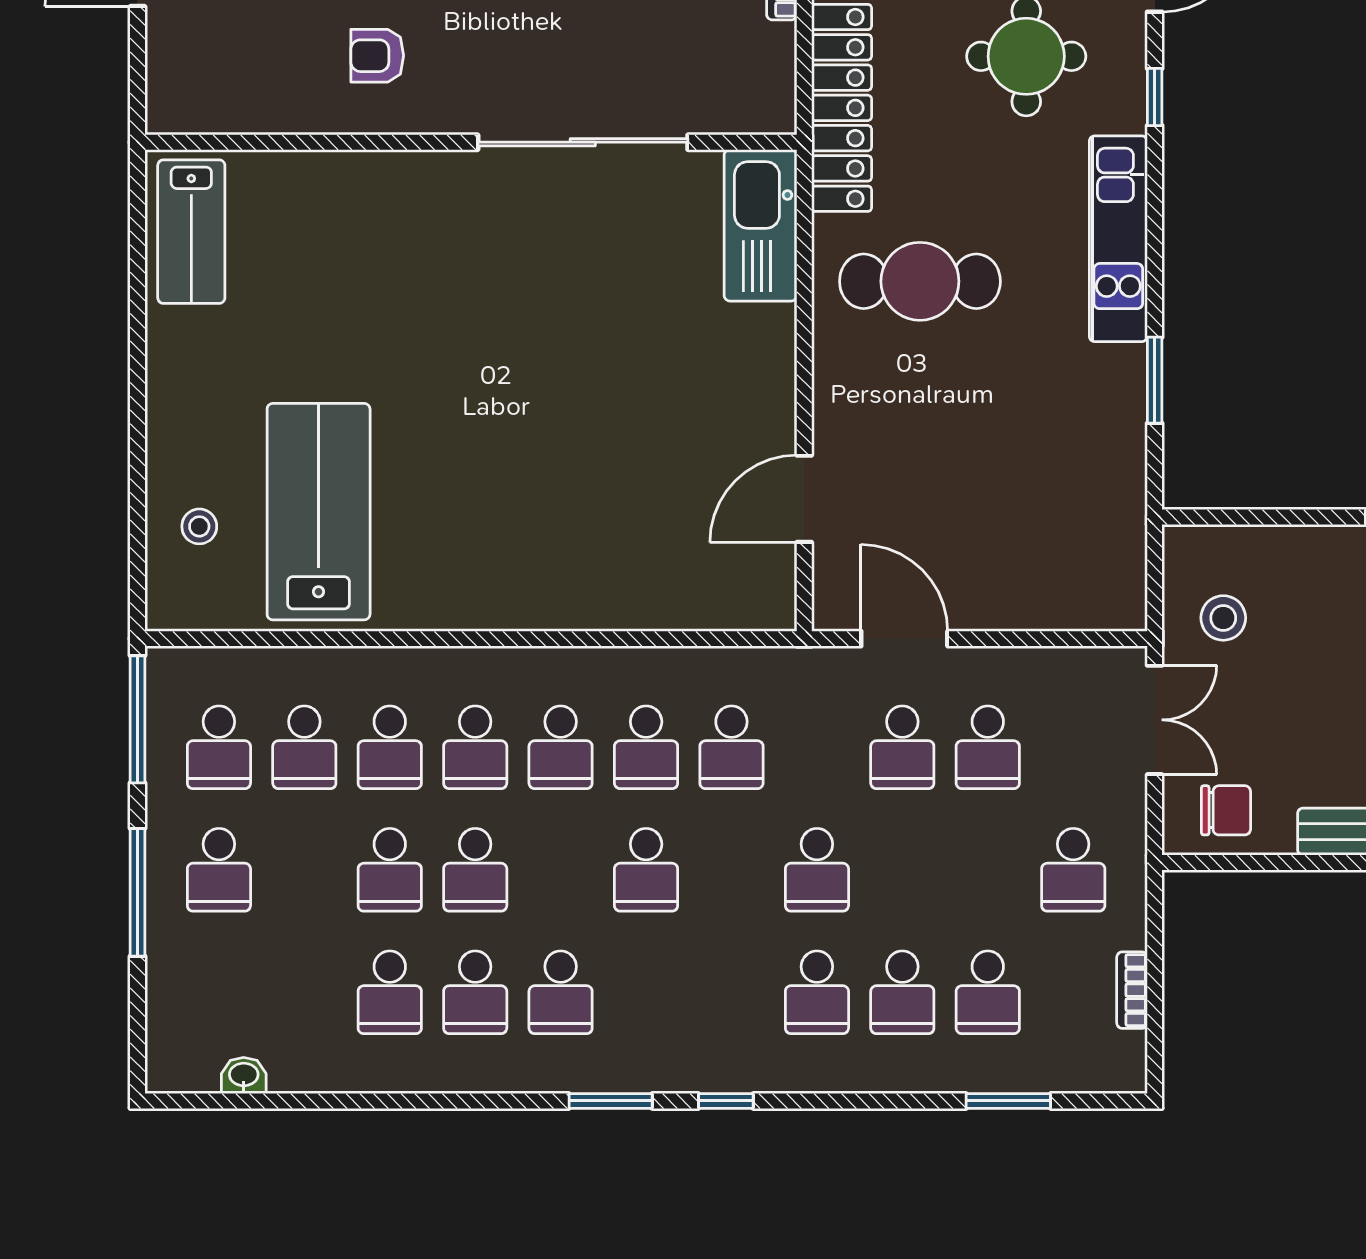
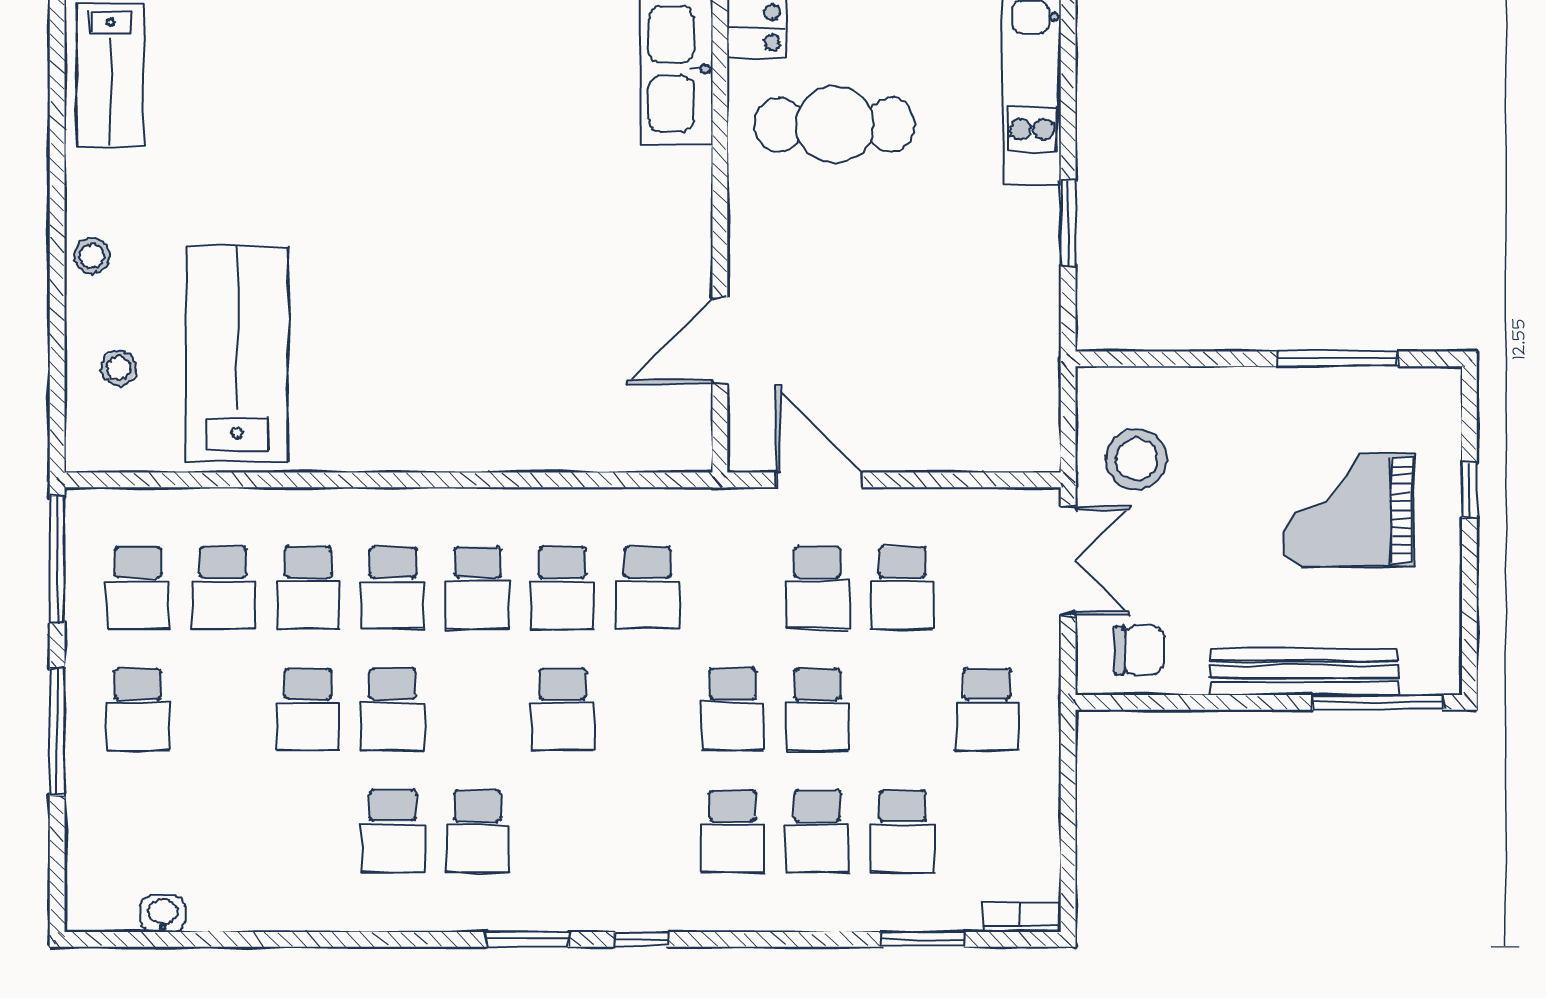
stool: (172, 413) -> (92, 256), added
stool: (1223, 618) -> (1136, 459), width x1.38, depth x1.38
bookcase: (1132, 990) -> (1021, 917), moved, turned 90
school desk: (390, 992) -> (817, 710), moved

